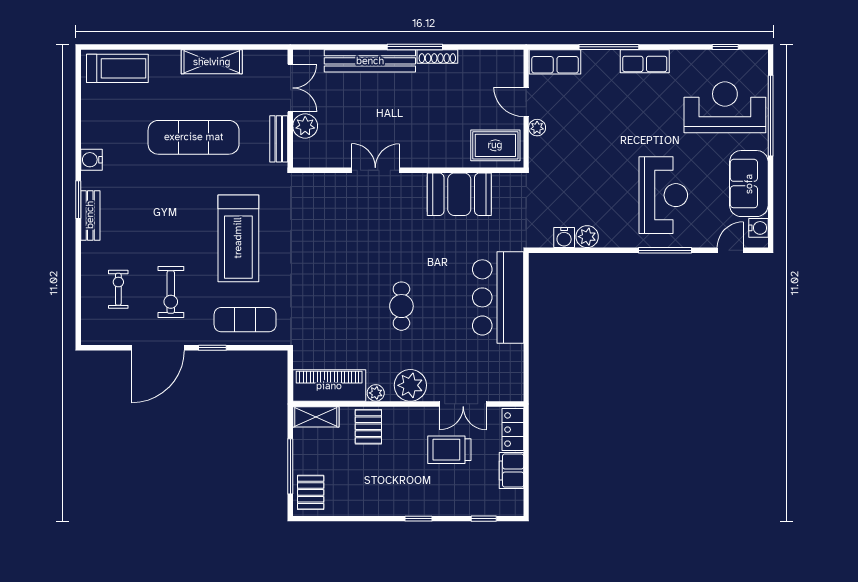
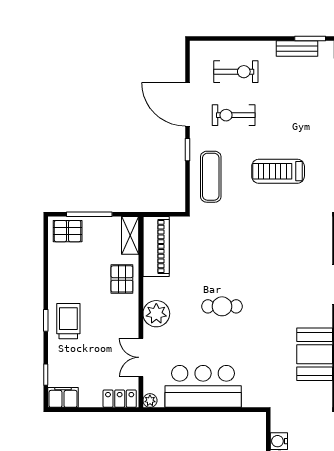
treadmill: (238, 238) -> (278, 171), width x0.73, depth x0.73
exercise bike: (118, 289) -> (236, 72), width x1.38, depth x1.39
bar counter: (498, 297) -> (203, 386), moved
plant: (376, 393) -> (150, 401), moved
pallet: (368, 427) -> (122, 279), turned 90
trolley: (449, 450) -> (68, 321), moved
filing cabinet: (511, 471) -> (63, 397), moved

